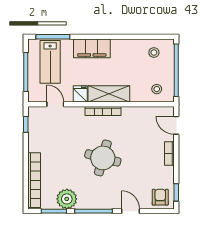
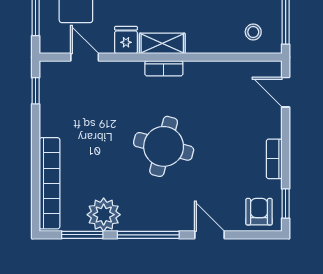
shelving: (109, 94) -> (162, 43), width x0.67, depth x0.75
bookcase: (103, 111) -> (164, 68), width x0.64
bookcase: (169, 154) -> (274, 159), moved

